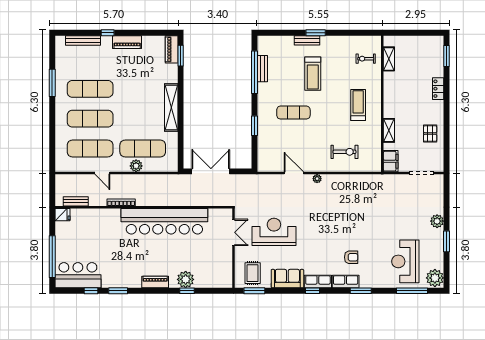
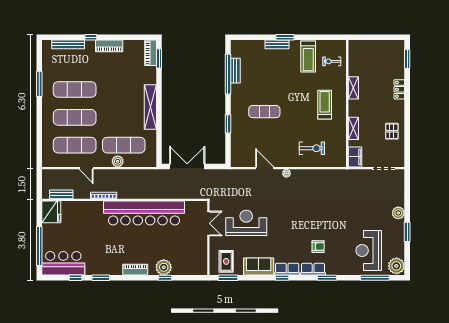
shelving: (389, 59) -> (353, 88), moved
treadmill: (313, 74) -> (308, 57), moved
fridge: (62, 215) -> (51, 212), width x1.88, depth x1.34

